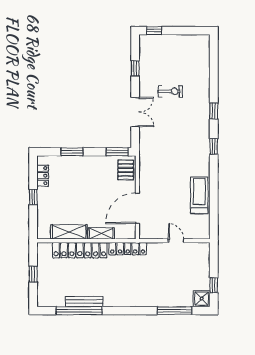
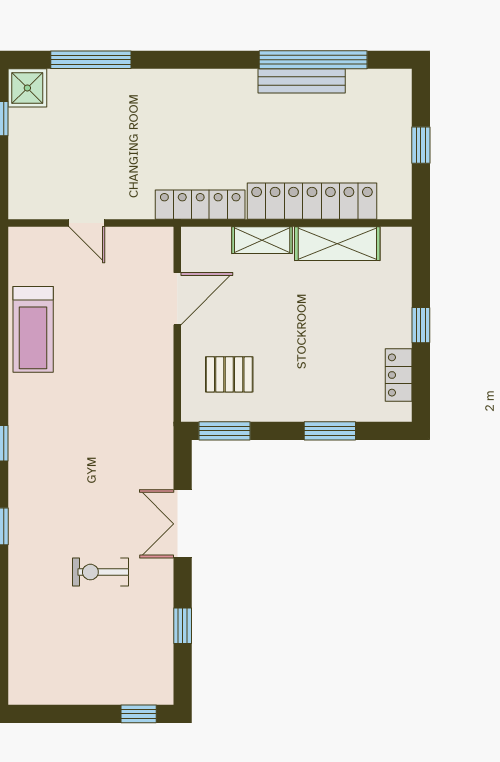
pallet: (126, 170) -> (229, 374), moved, turned 90
door: (137, 208) -> (177, 299), width x0.73

